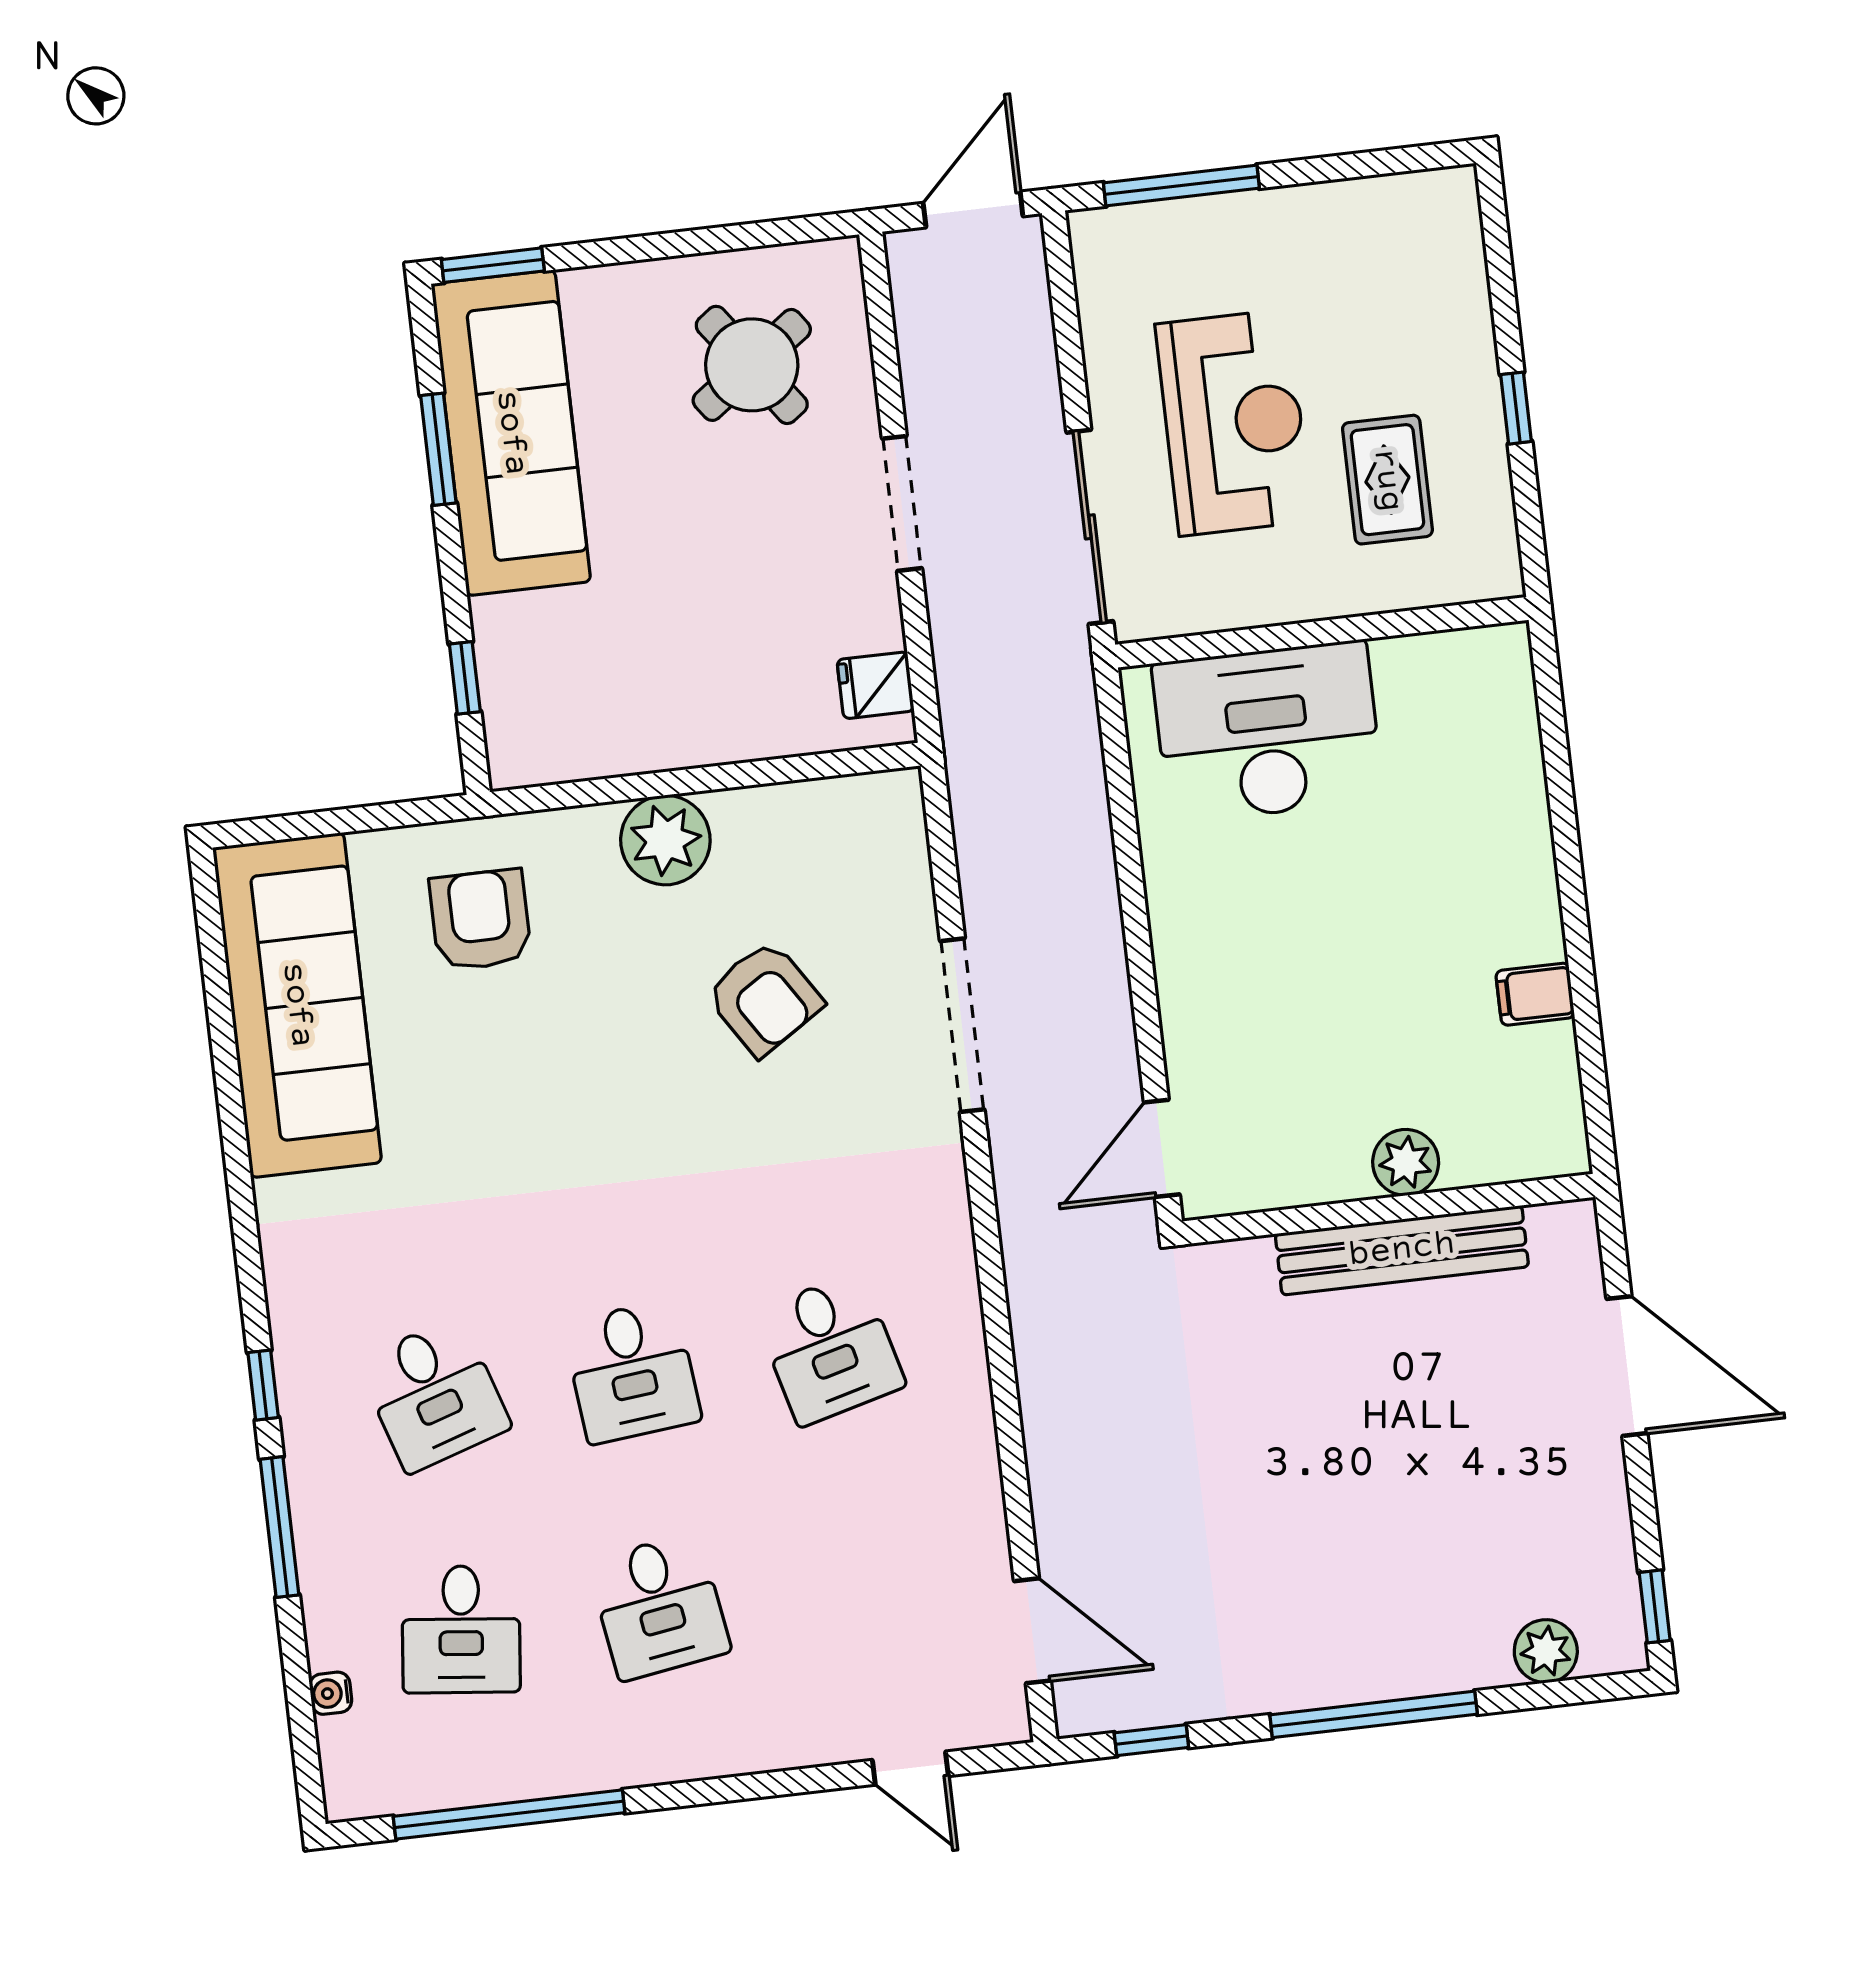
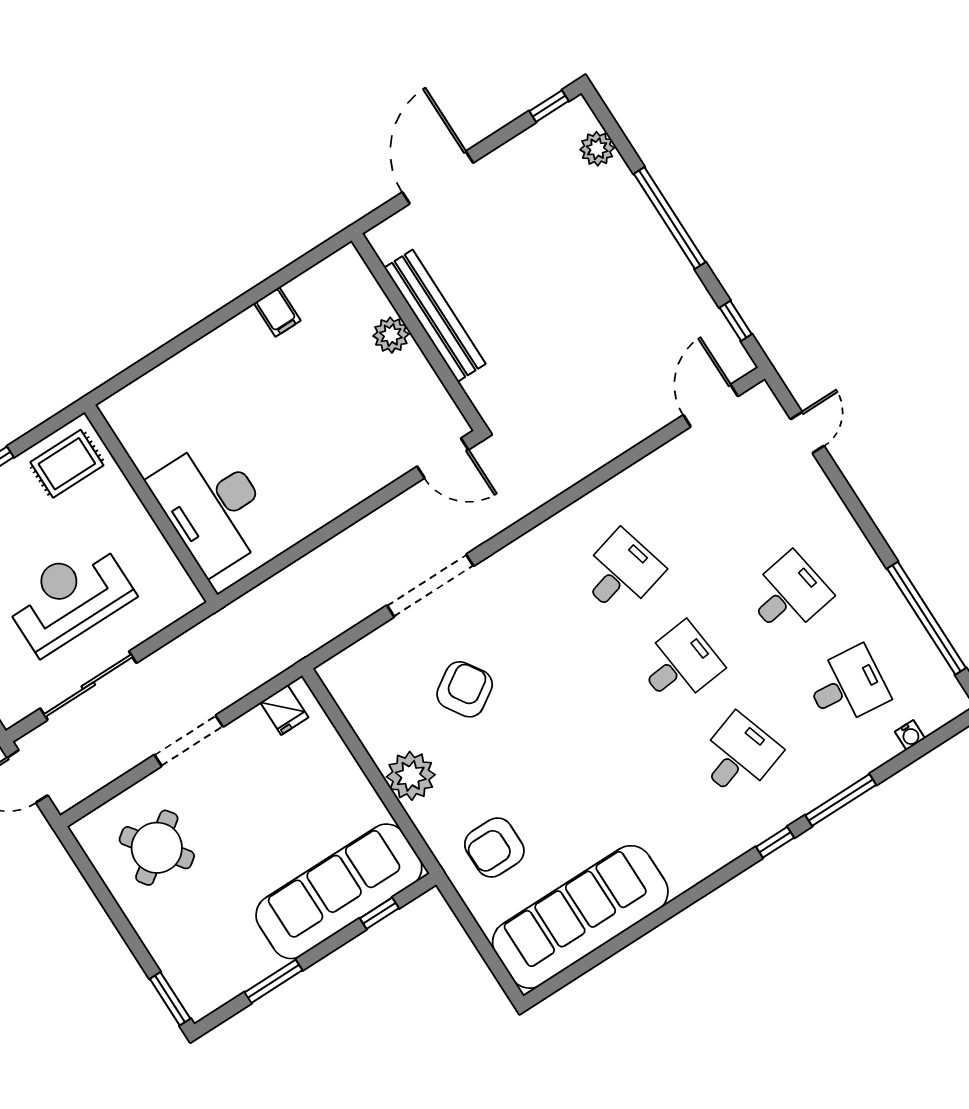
sofa: (511, 433) -> (339, 891), moved
rug: (1387, 480) -> (67, 464), moved
sliding door: (1090, 527) -> (88, 686), moved

